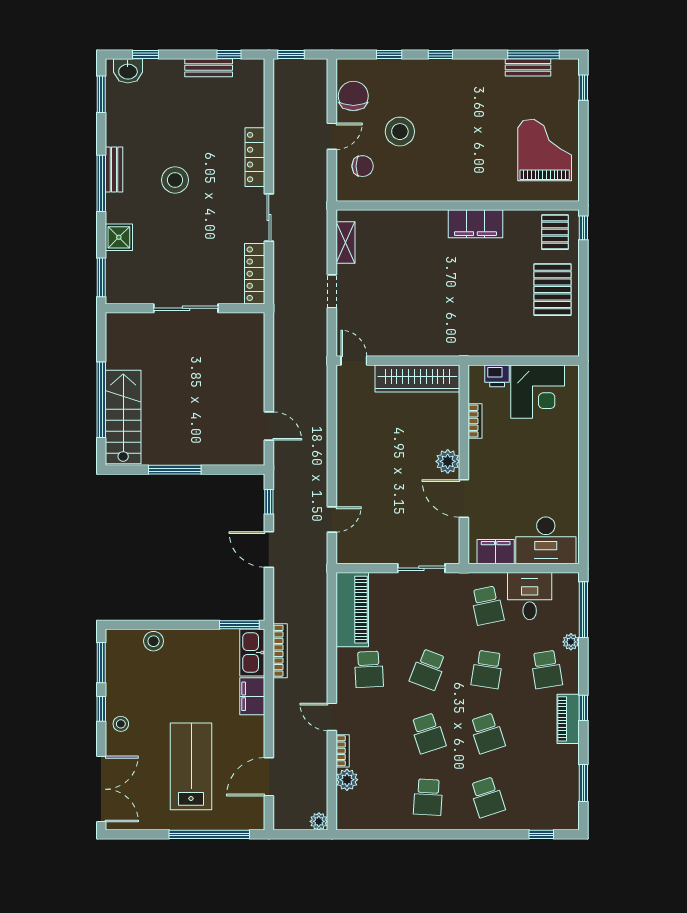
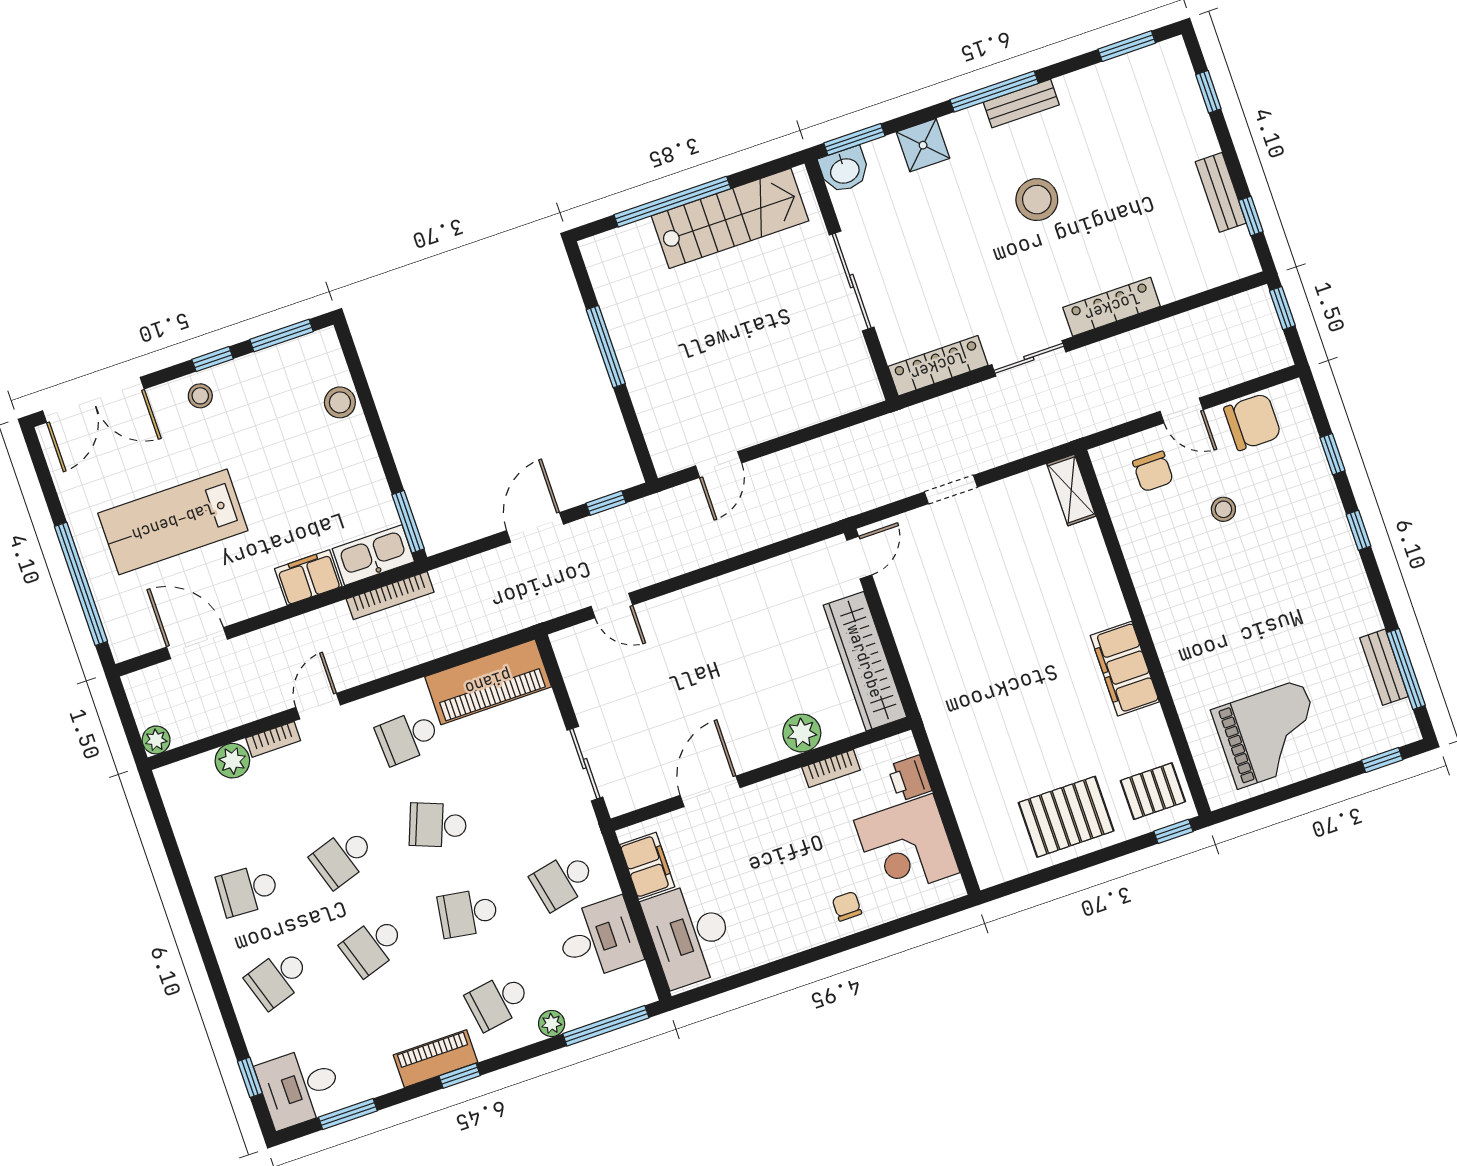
washbasin: (128, 71) -> (844, 170), moved, turned -90
stool: (400, 132) -> (1223, 509), width x0.53, depth x0.53
shelving: (345, 242) -> (1071, 490), moved, turned 90
stairs: (123, 417) -> (730, 218), moved
chair: (561, 440) -> (847, 906), added
plant: (448, 461) -> (802, 733), moved
lab bench: (191, 766) -> (173, 522), turned 180
desk: (557, 807) -> (300, 1087), added

